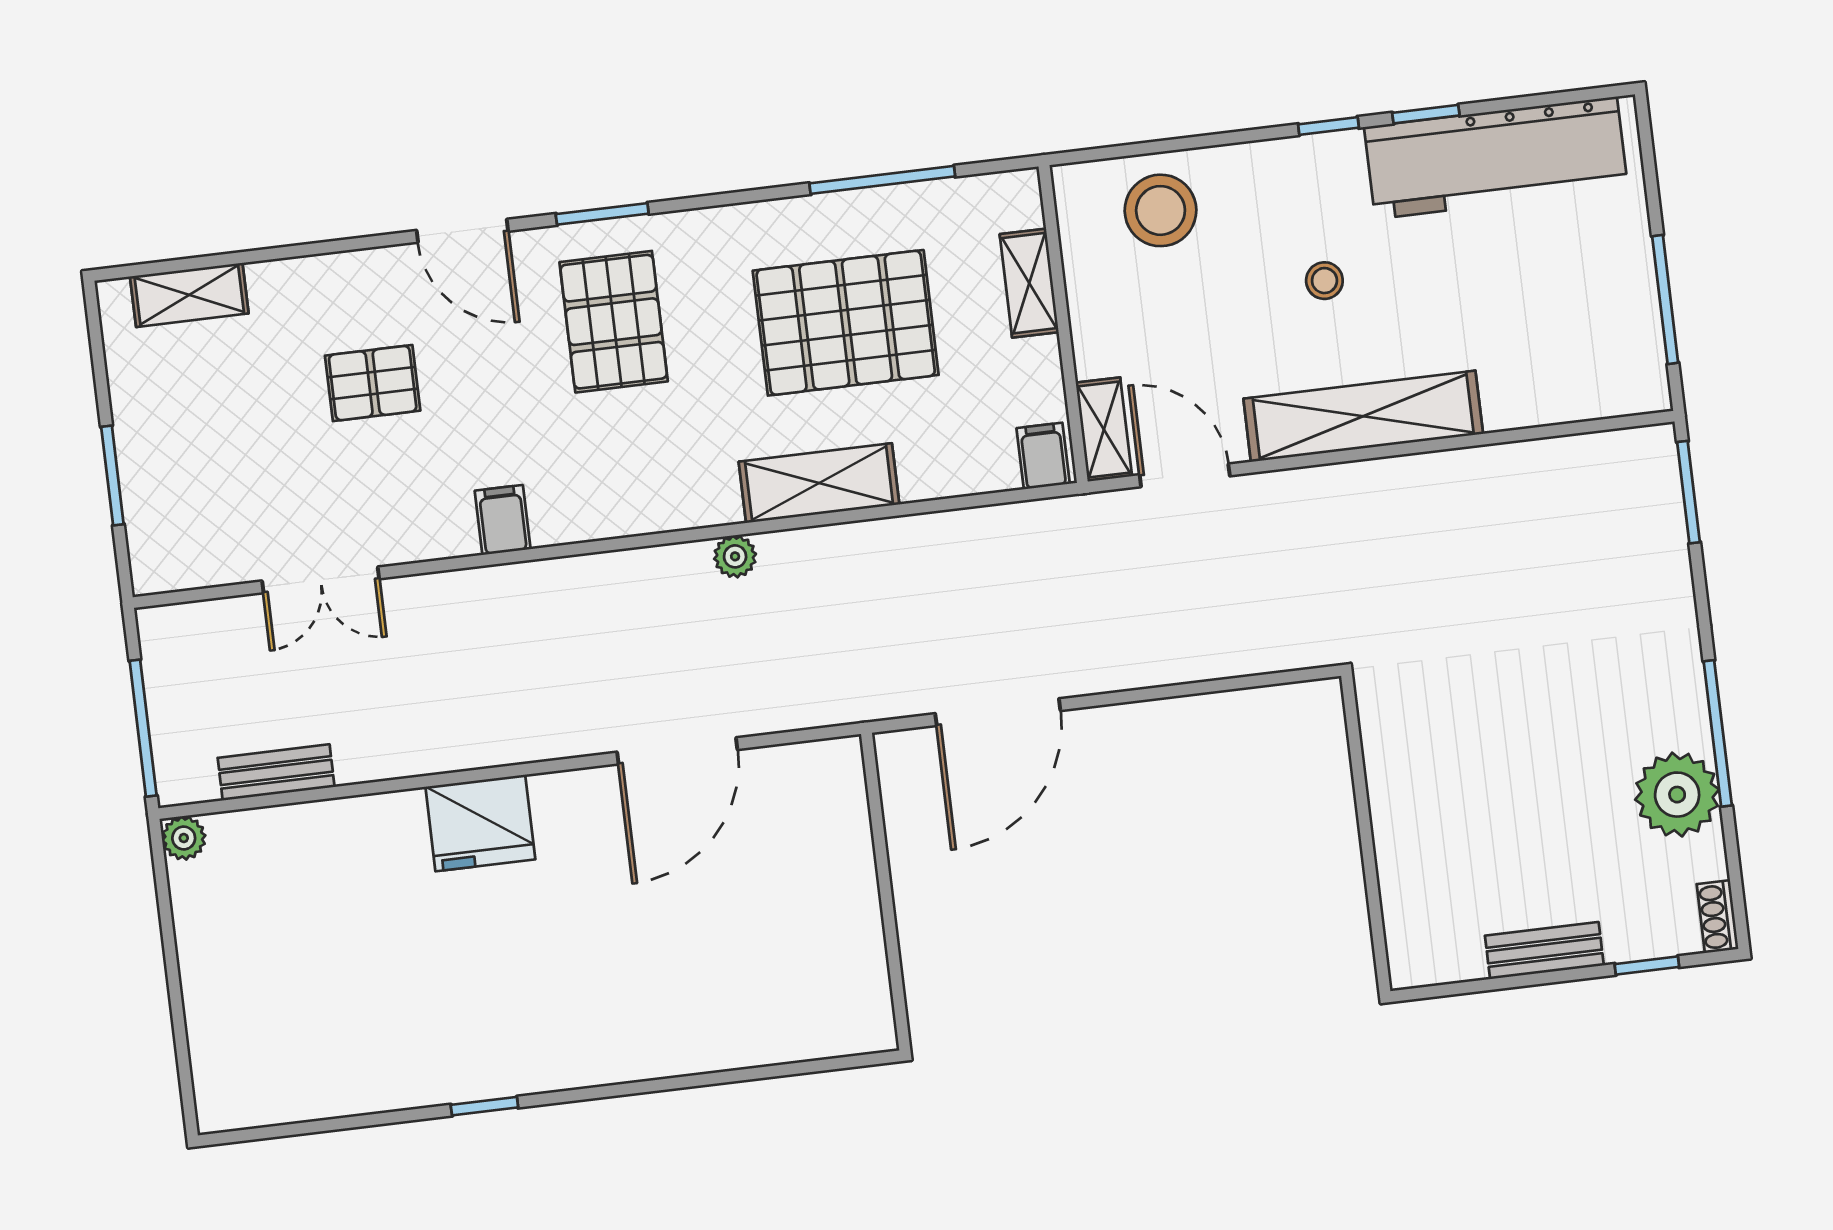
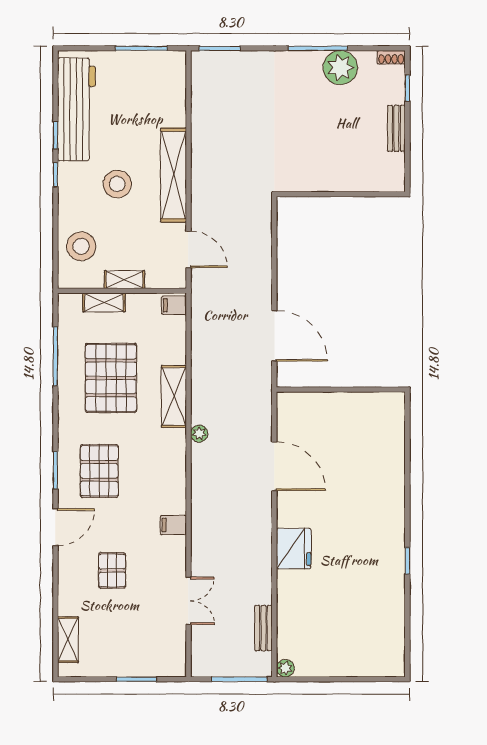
stool: (1324, 281) -> (117, 184), width x1.89, depth x1.89
pallet: (614, 322) -> (99, 471), turned 90
shelving: (1104, 430) -> (124, 280), moved
door: (1185, 475) -> (188, 249), swing flipped

